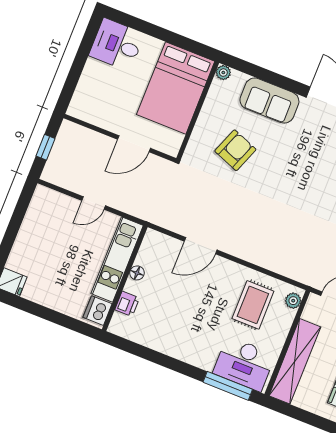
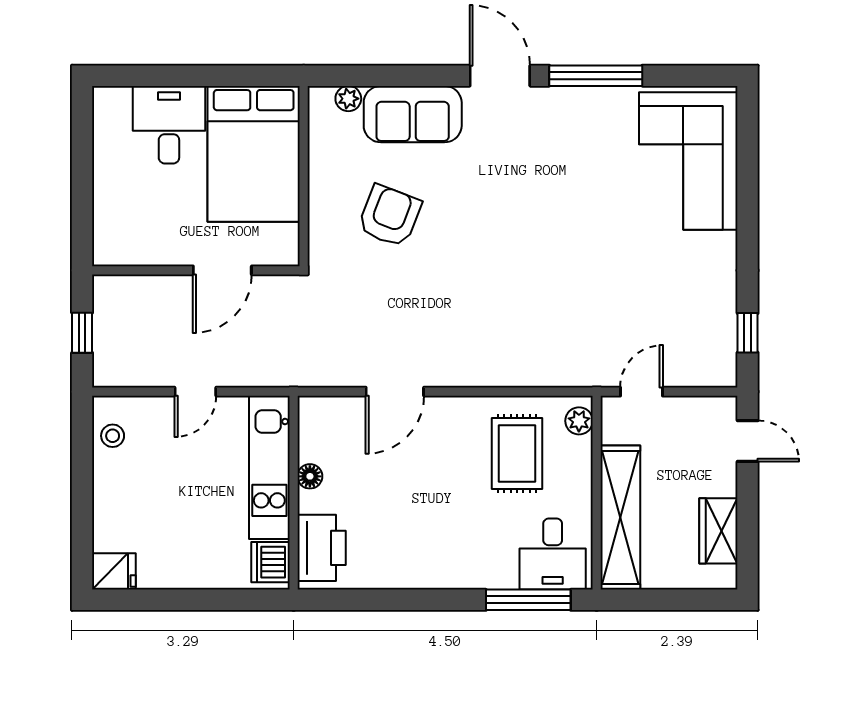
desk: (117, 45) -> (169, 125), moved, turned 90
plant: (223, 73) -> (348, 99), moved
stool: (40, 209) -> (113, 436), added
printer: (127, 304) -> (322, 548), width x1.87, depth x1.48
desk: (244, 364) -> (553, 554), width x0.73

